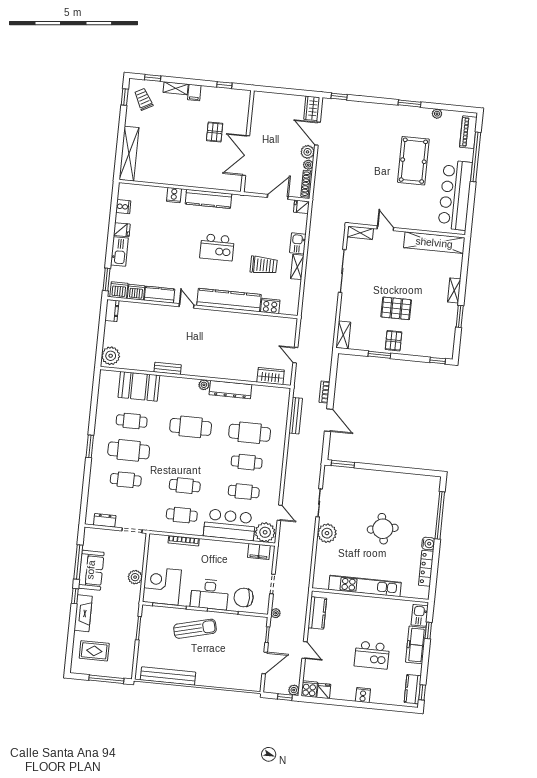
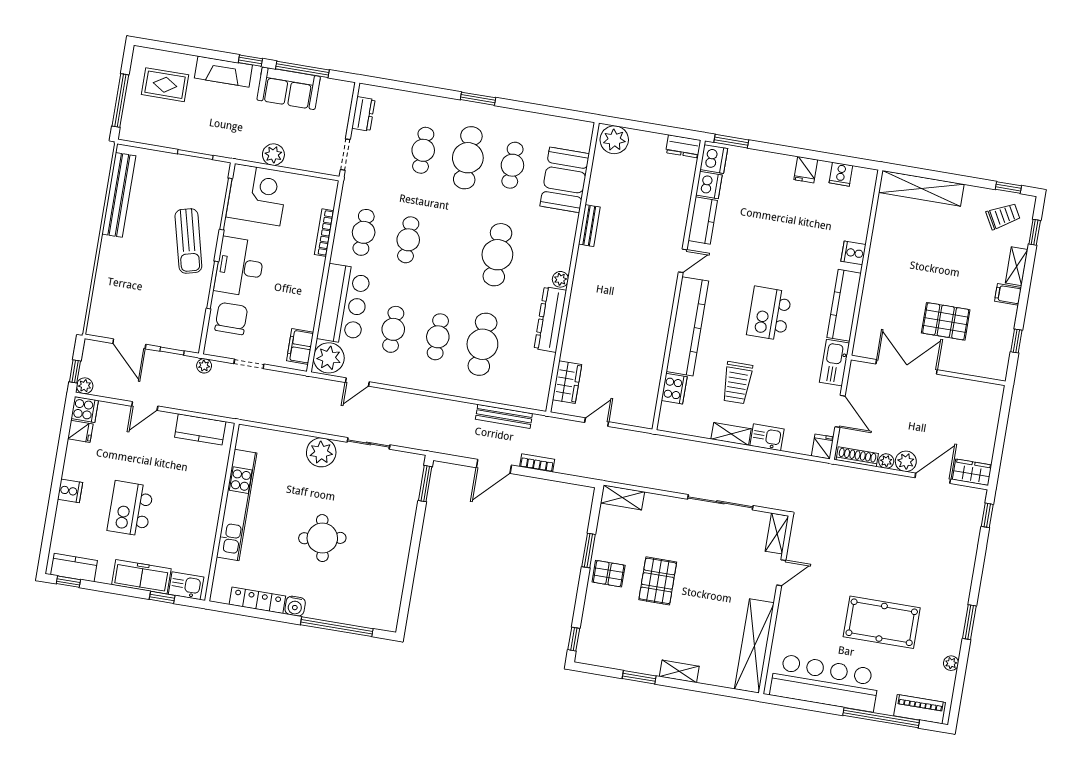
pallet: (215, 132) -> (946, 321), width x1.50, depth x1.42
kitchen sink: (119, 251) -> (834, 363), moved, turned 90
rug: (94, 651) -> (165, 85), turned 90

